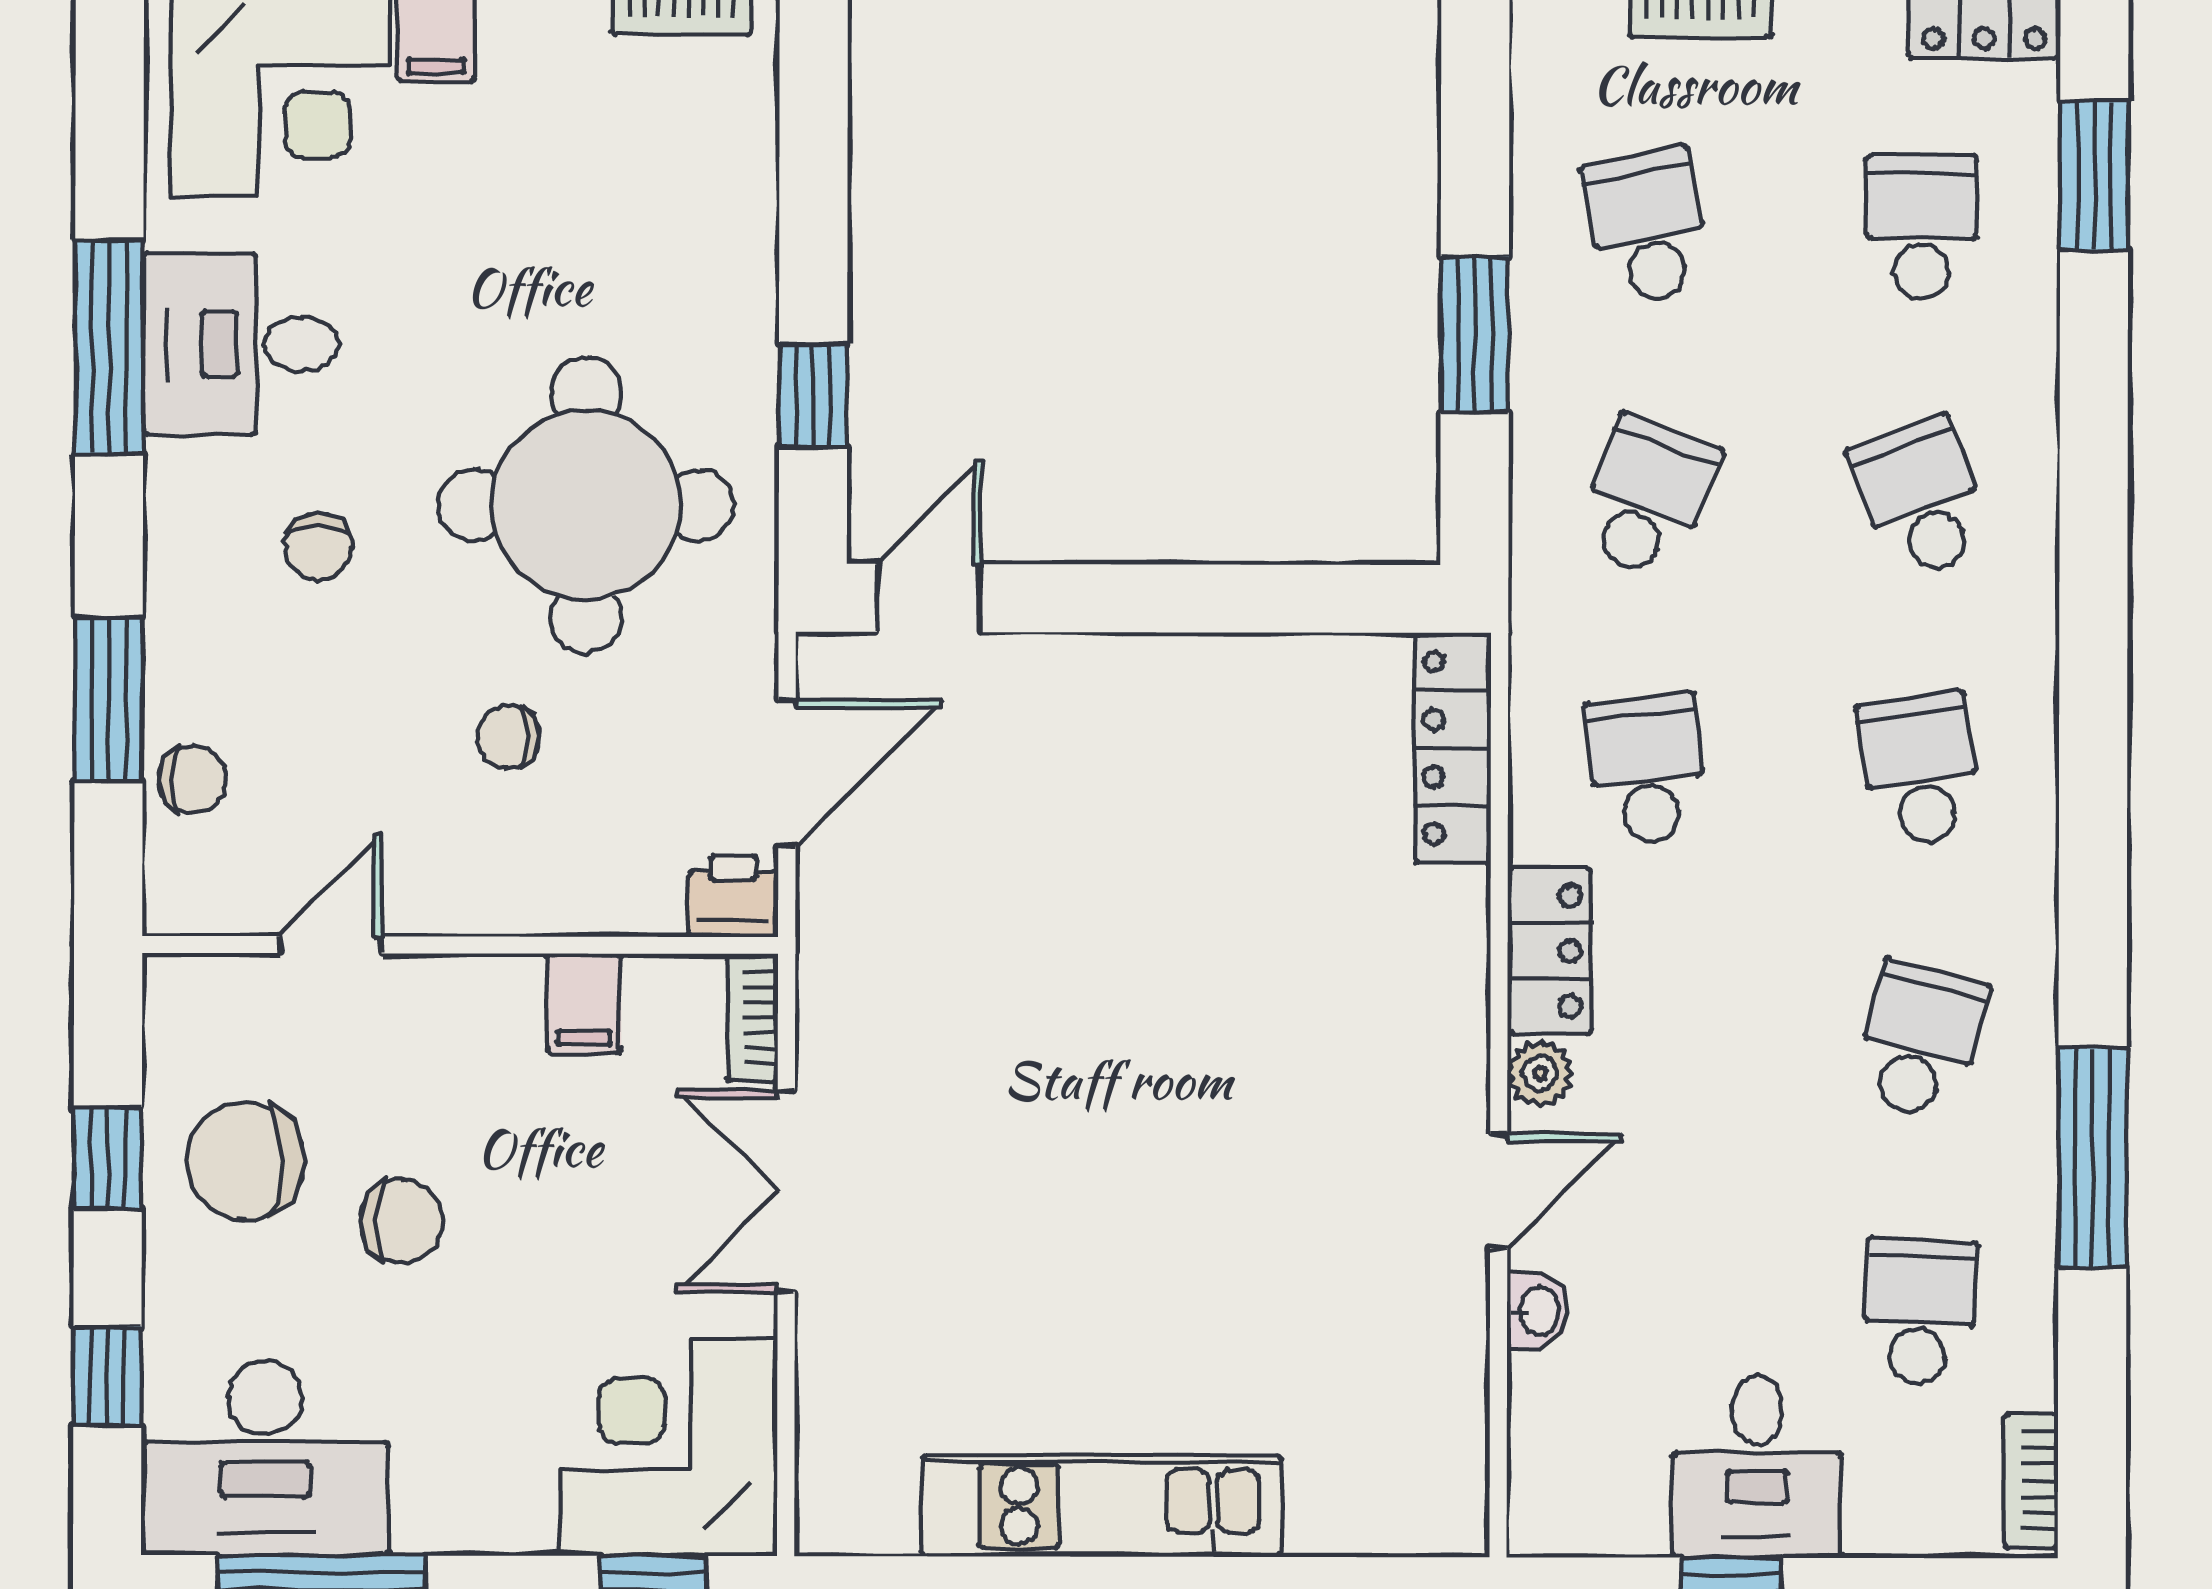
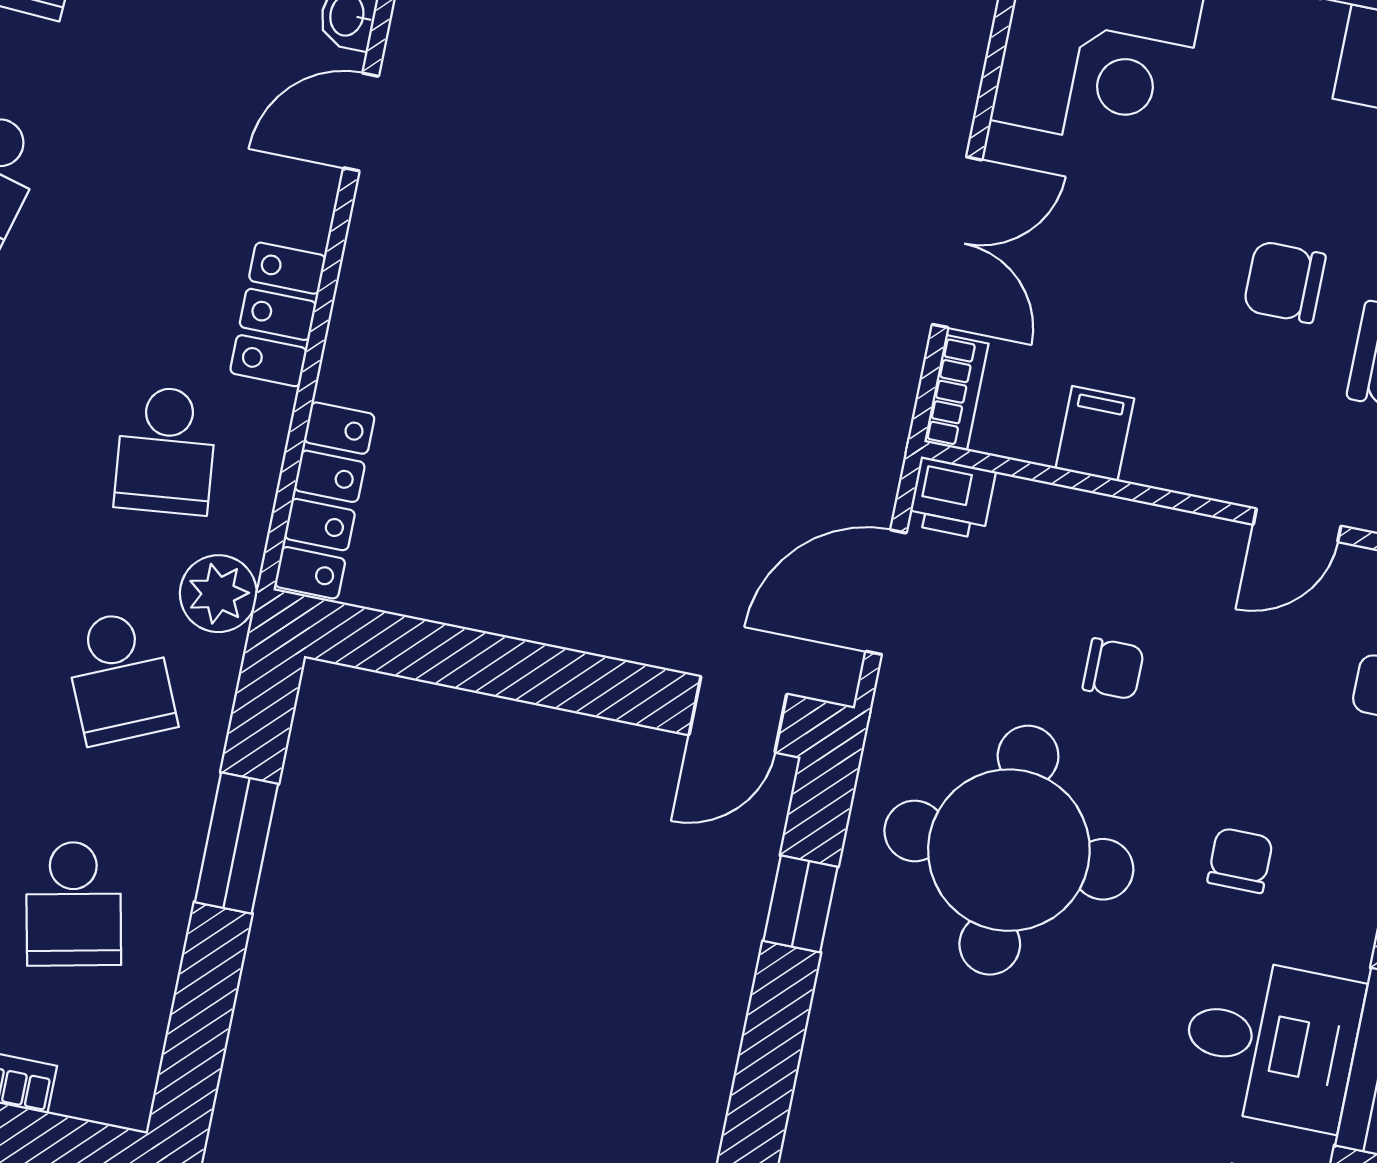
school desk: (1647, 498) -> (120, 677), turned -45
plant: (1540, 1073) -> (218, 594), moved, width x1.38, depth x1.38

